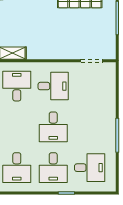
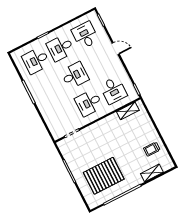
desk: (53, 127) -> (75, 75), turned 90
desk: (53, 168) -> (61, 48), turned -90

